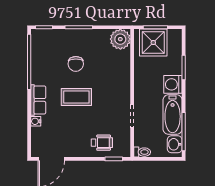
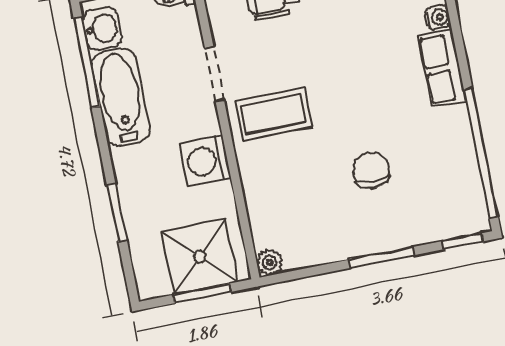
plant: (120, 39) -> (270, 262), width x0.53, depth x0.53
washing machine: (173, 84) -> (206, 161), moved, turned 180
coffee table: (76, 97) -> (274, 114), moved

